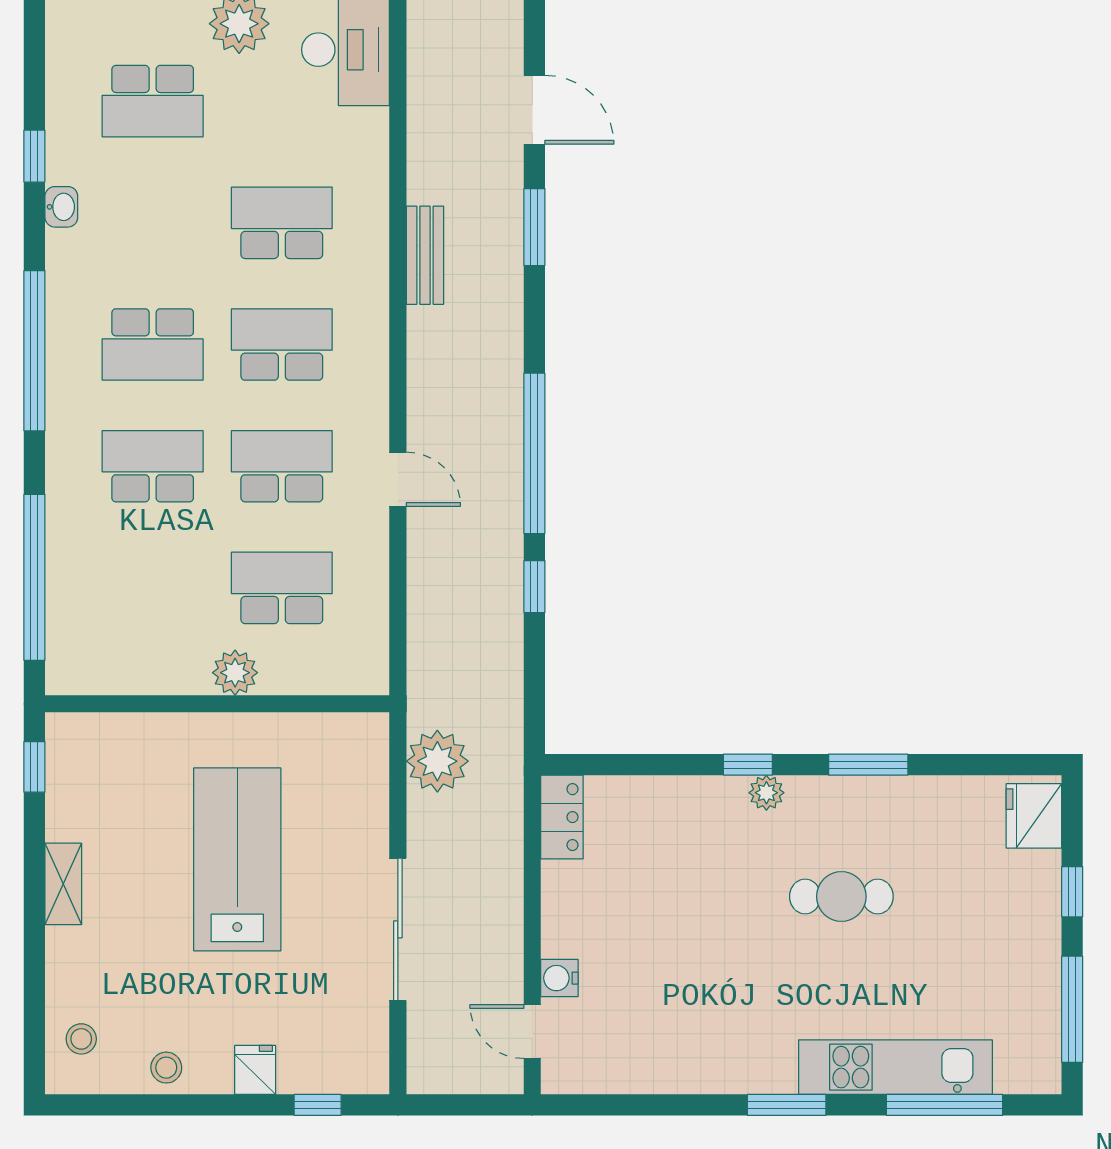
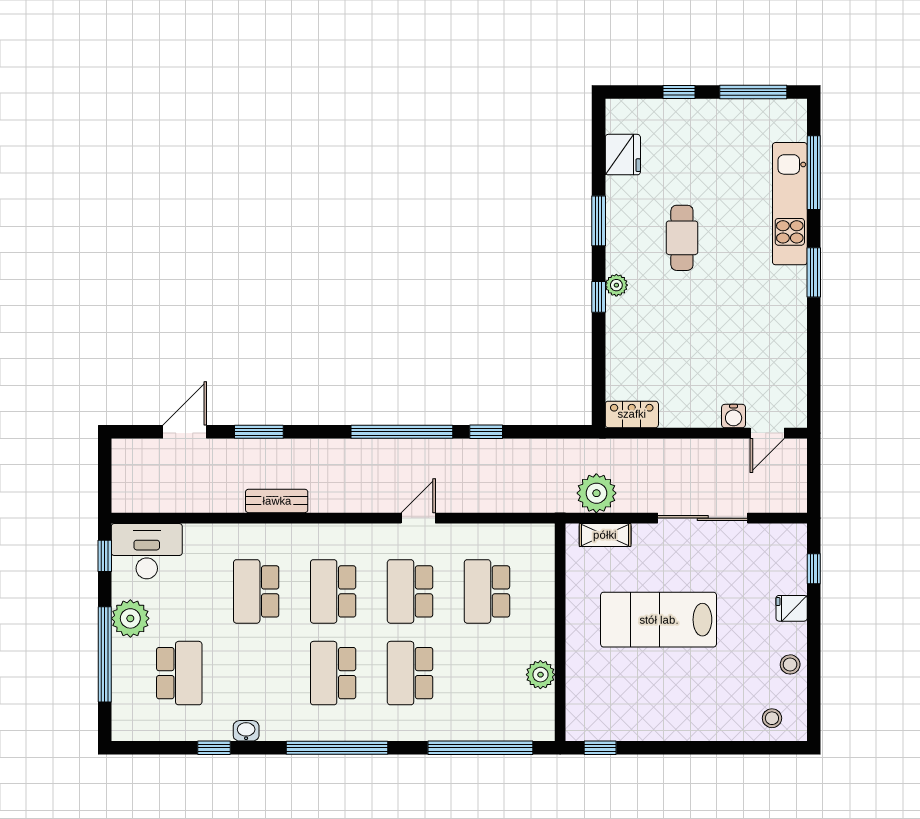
school desk: (153, 345) -> (333, 673), turned 180
plant: (235, 673) -> (540, 675), moved
fridge: (1034, 816) -> (623, 155), moved, turned -90
shelving: (63, 884) -> (605, 535), moved

